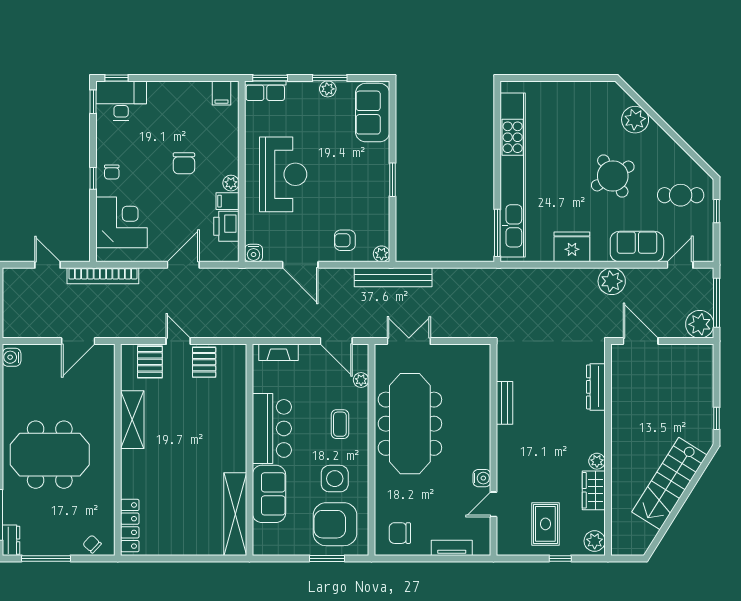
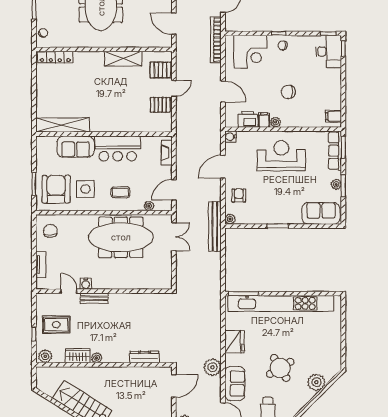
row of seats: (265, 91) -> (335, 151), width x1.48
reception desk: (283, 174) -> (281, 156), turned 180
bench: (505, 403) -> (94, 298), moved

